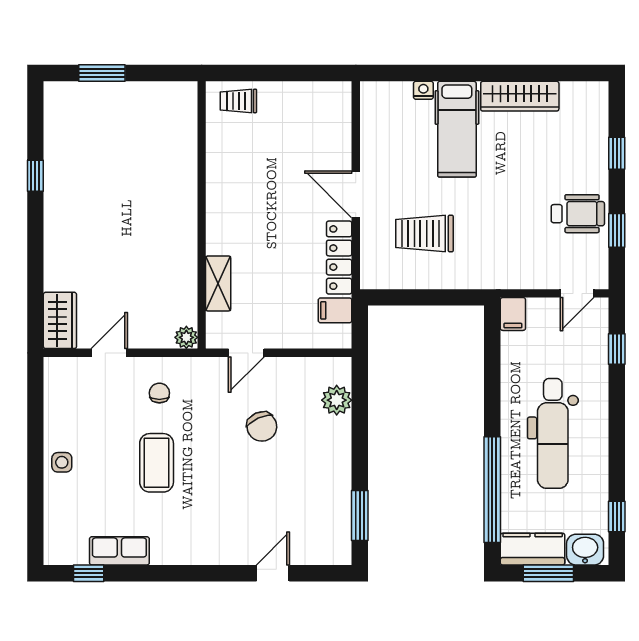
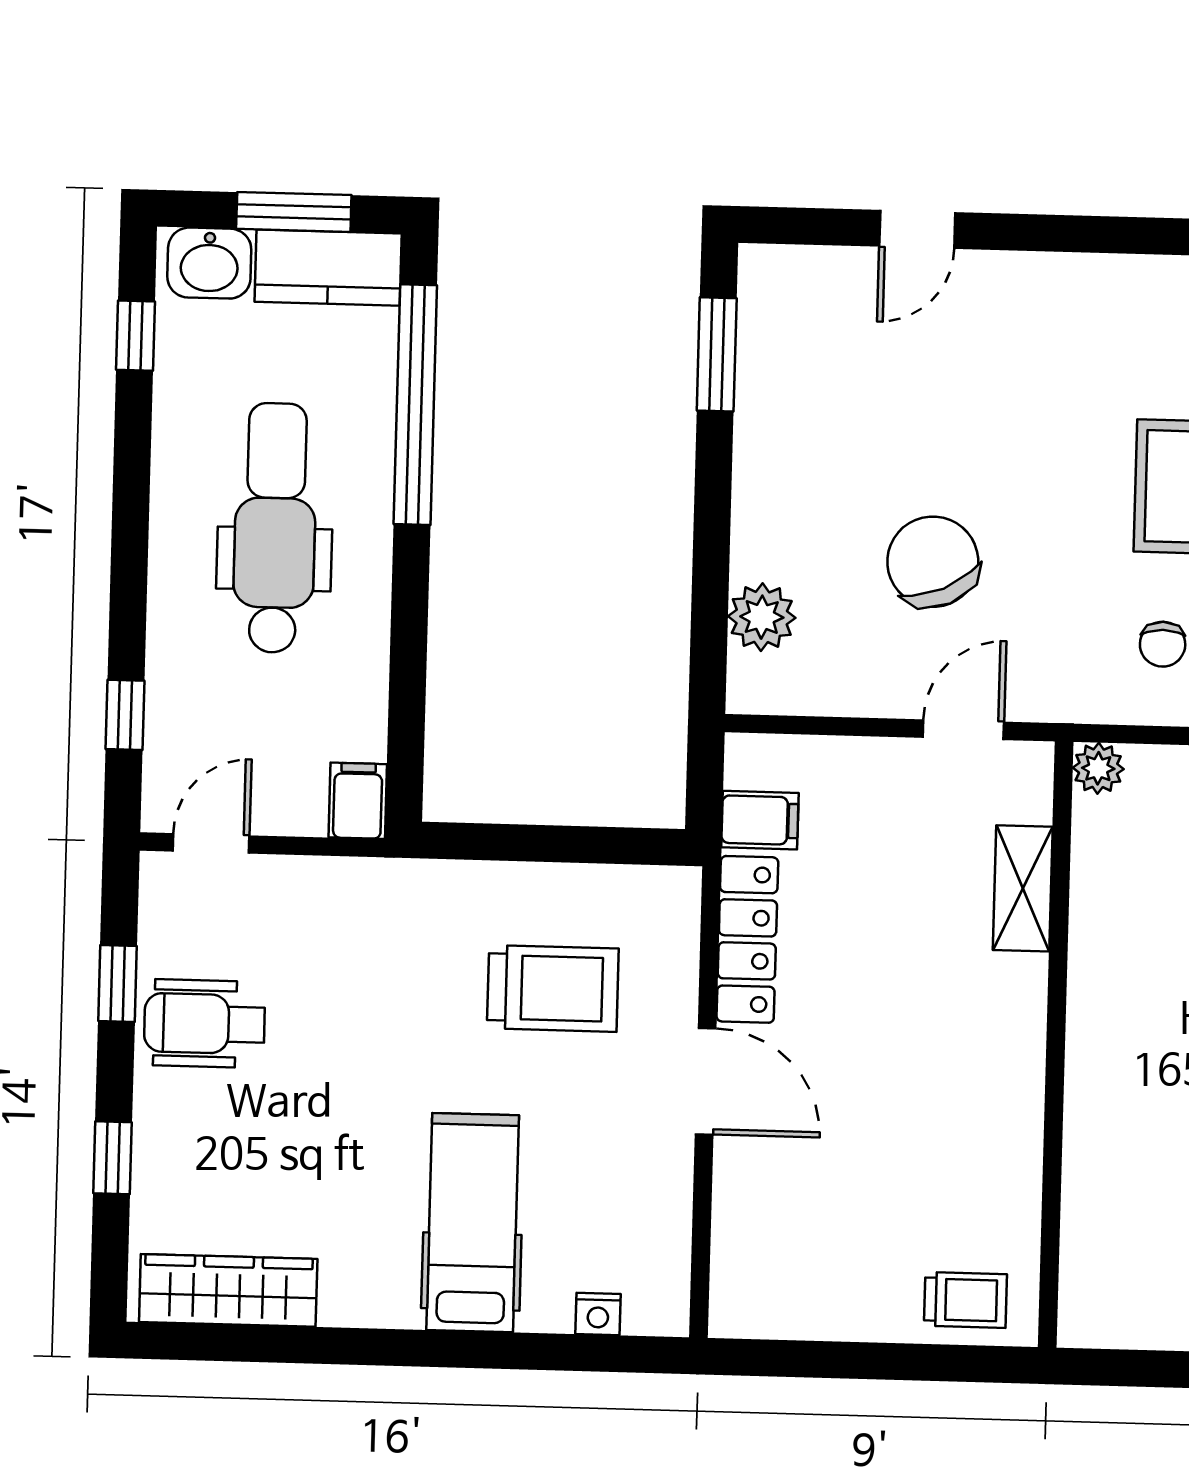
nightstand: (423, 90) -> (598, 1314), moved
wardrobe: (520, 96) -> (228, 1290), moved
chair: (262, 427) -> (933, 562), width x1.37, depth x1.37

